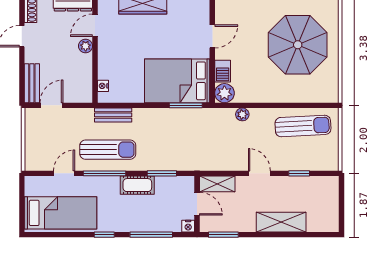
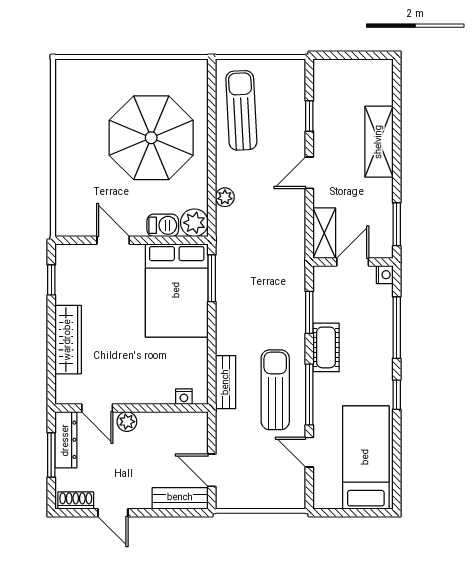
parasol: (298, 45) -> (151, 138), moved

